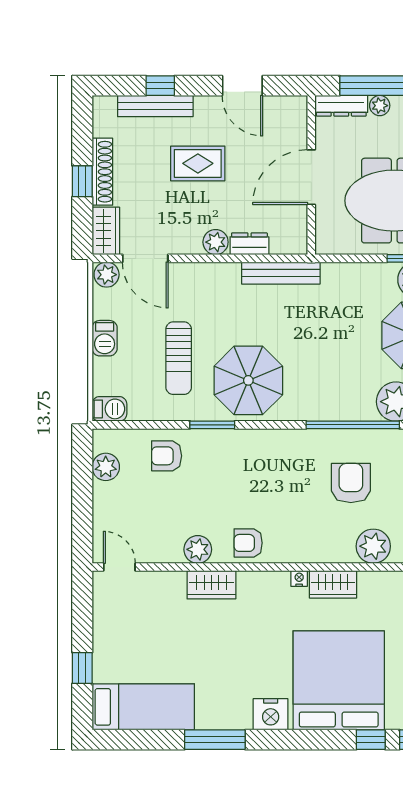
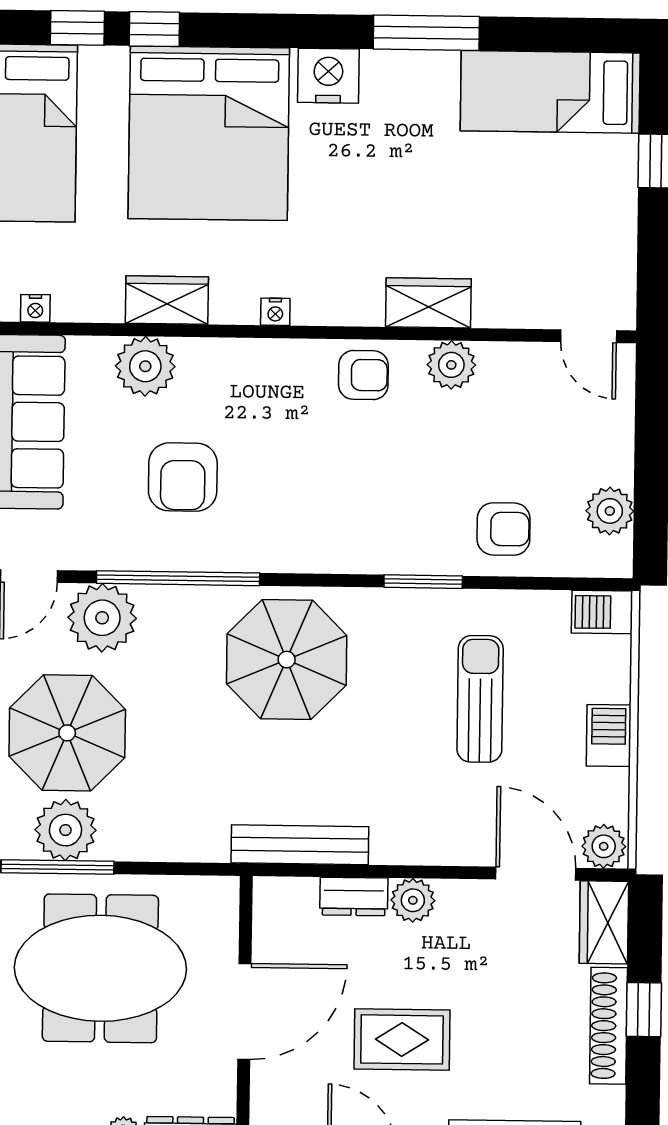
rug: (198, 163) -> (402, 1039), moved
parasol: (248, 380) -> (287, 660), moved
wardrobe: (333, 584) -> (167, 300), moved

